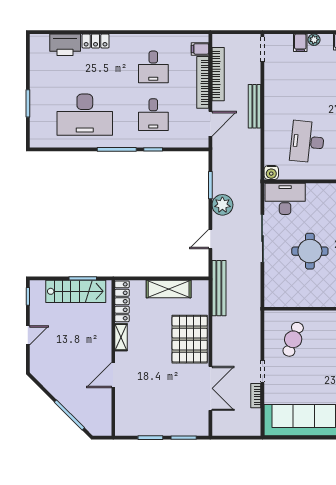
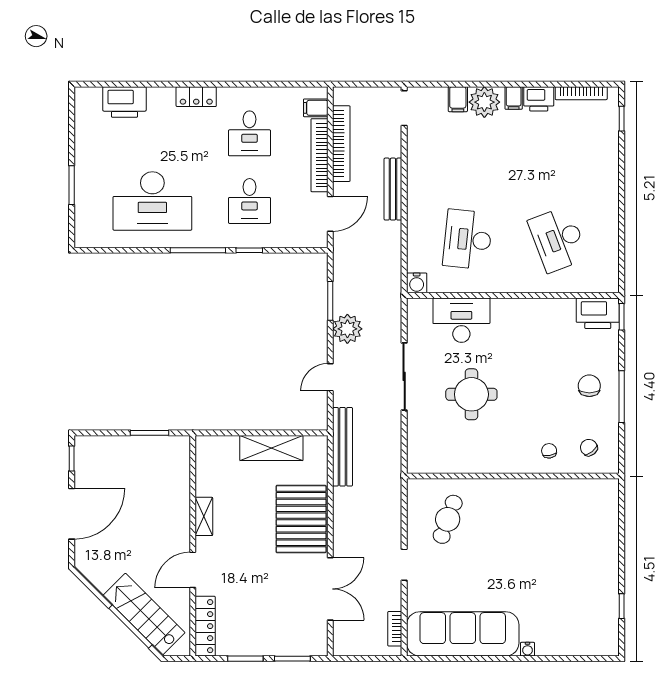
plant: (314, 40) -> (484, 102), width x1.88, depth x1.88
locker: (96, 41) -> (196, 97), moved
desk: (285, 199) -> (461, 320), moved
stairs: (76, 291) -> (144, 614), moved, turned -135
locker: (122, 301) -> (205, 626), moved
door: (28, 335) -> (72, 514), width x1.87
bookcase: (256, 396) -> (395, 629), moved

